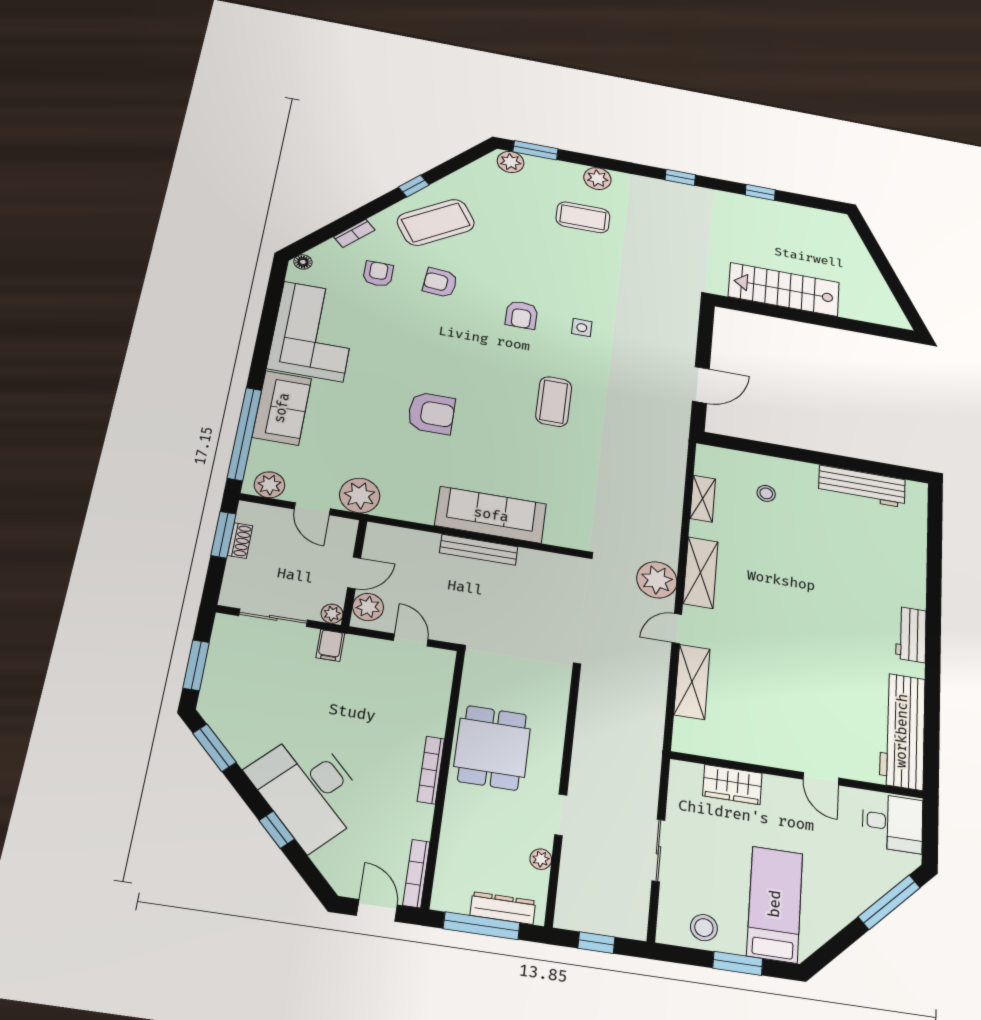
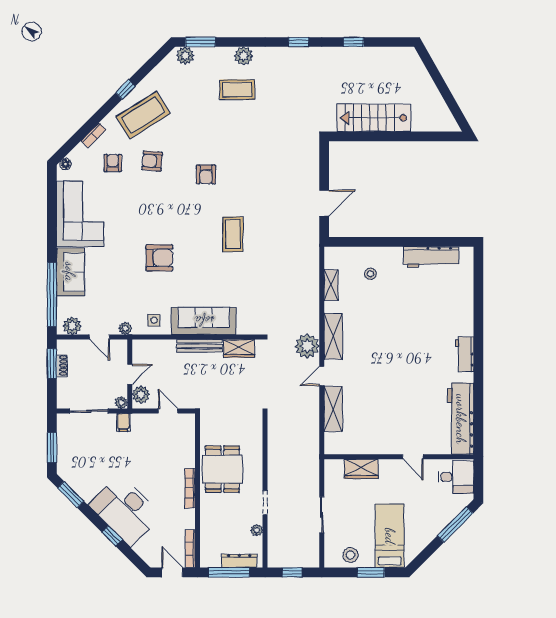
side table: (582, 328) -> (154, 320), moved
plant: (360, 496) -> (125, 328), width x0.53, depth x0.53
wardrobe: (544, 565) -> (239, 348), added

